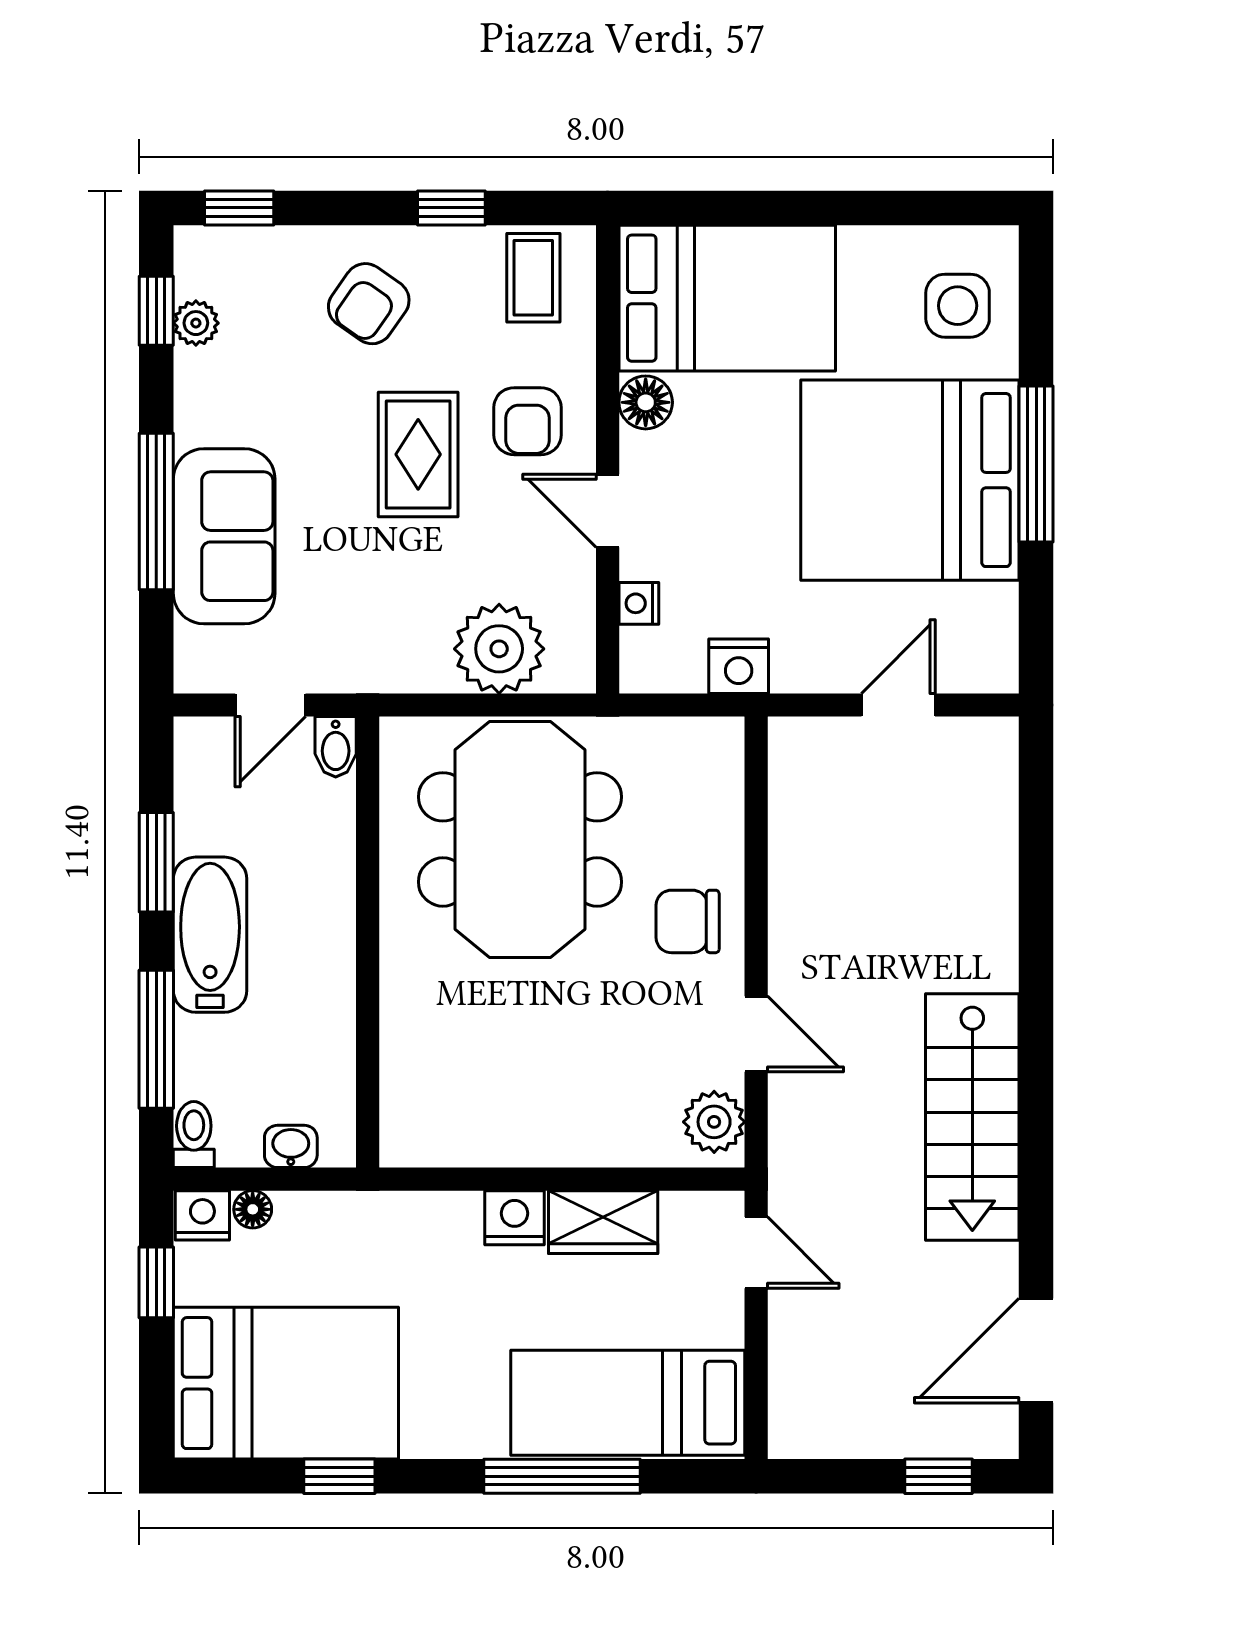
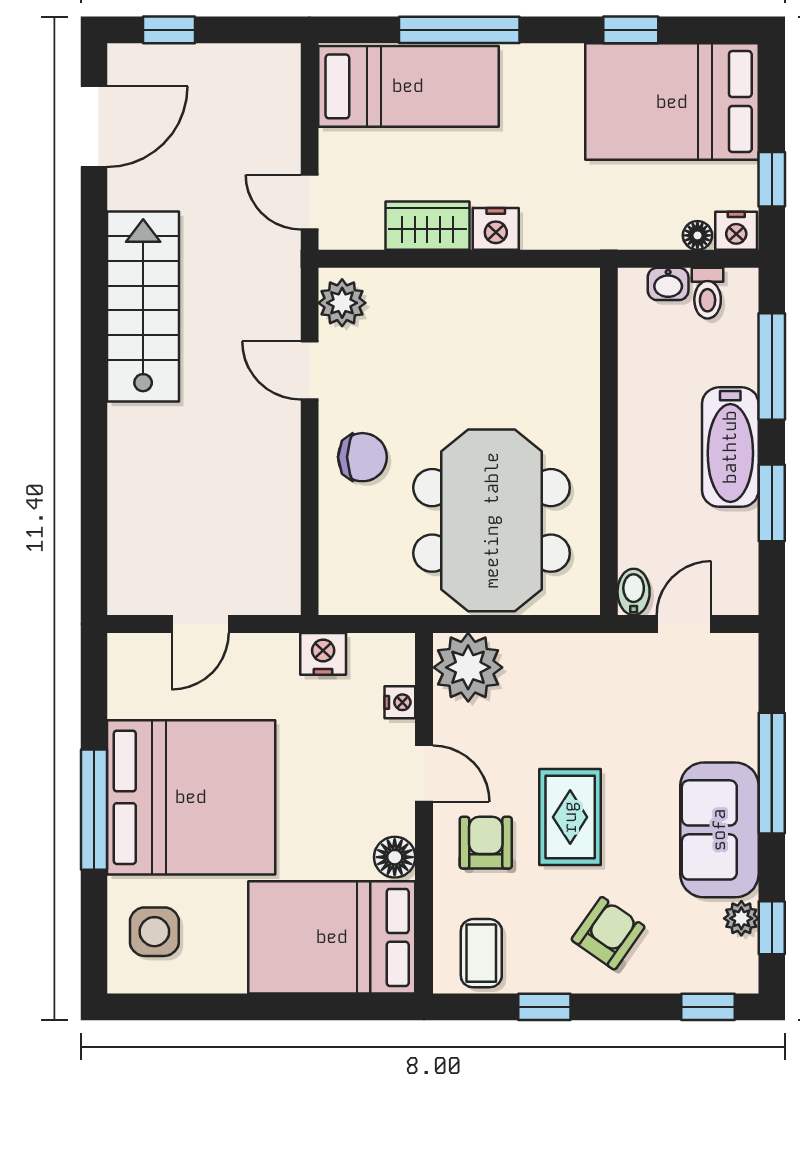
sofa: (224, 536) -> (719, 830), moved
plant: (499, 649) -> (468, 667), moved
toilet: (194, 1135) -> (708, 293), moved

